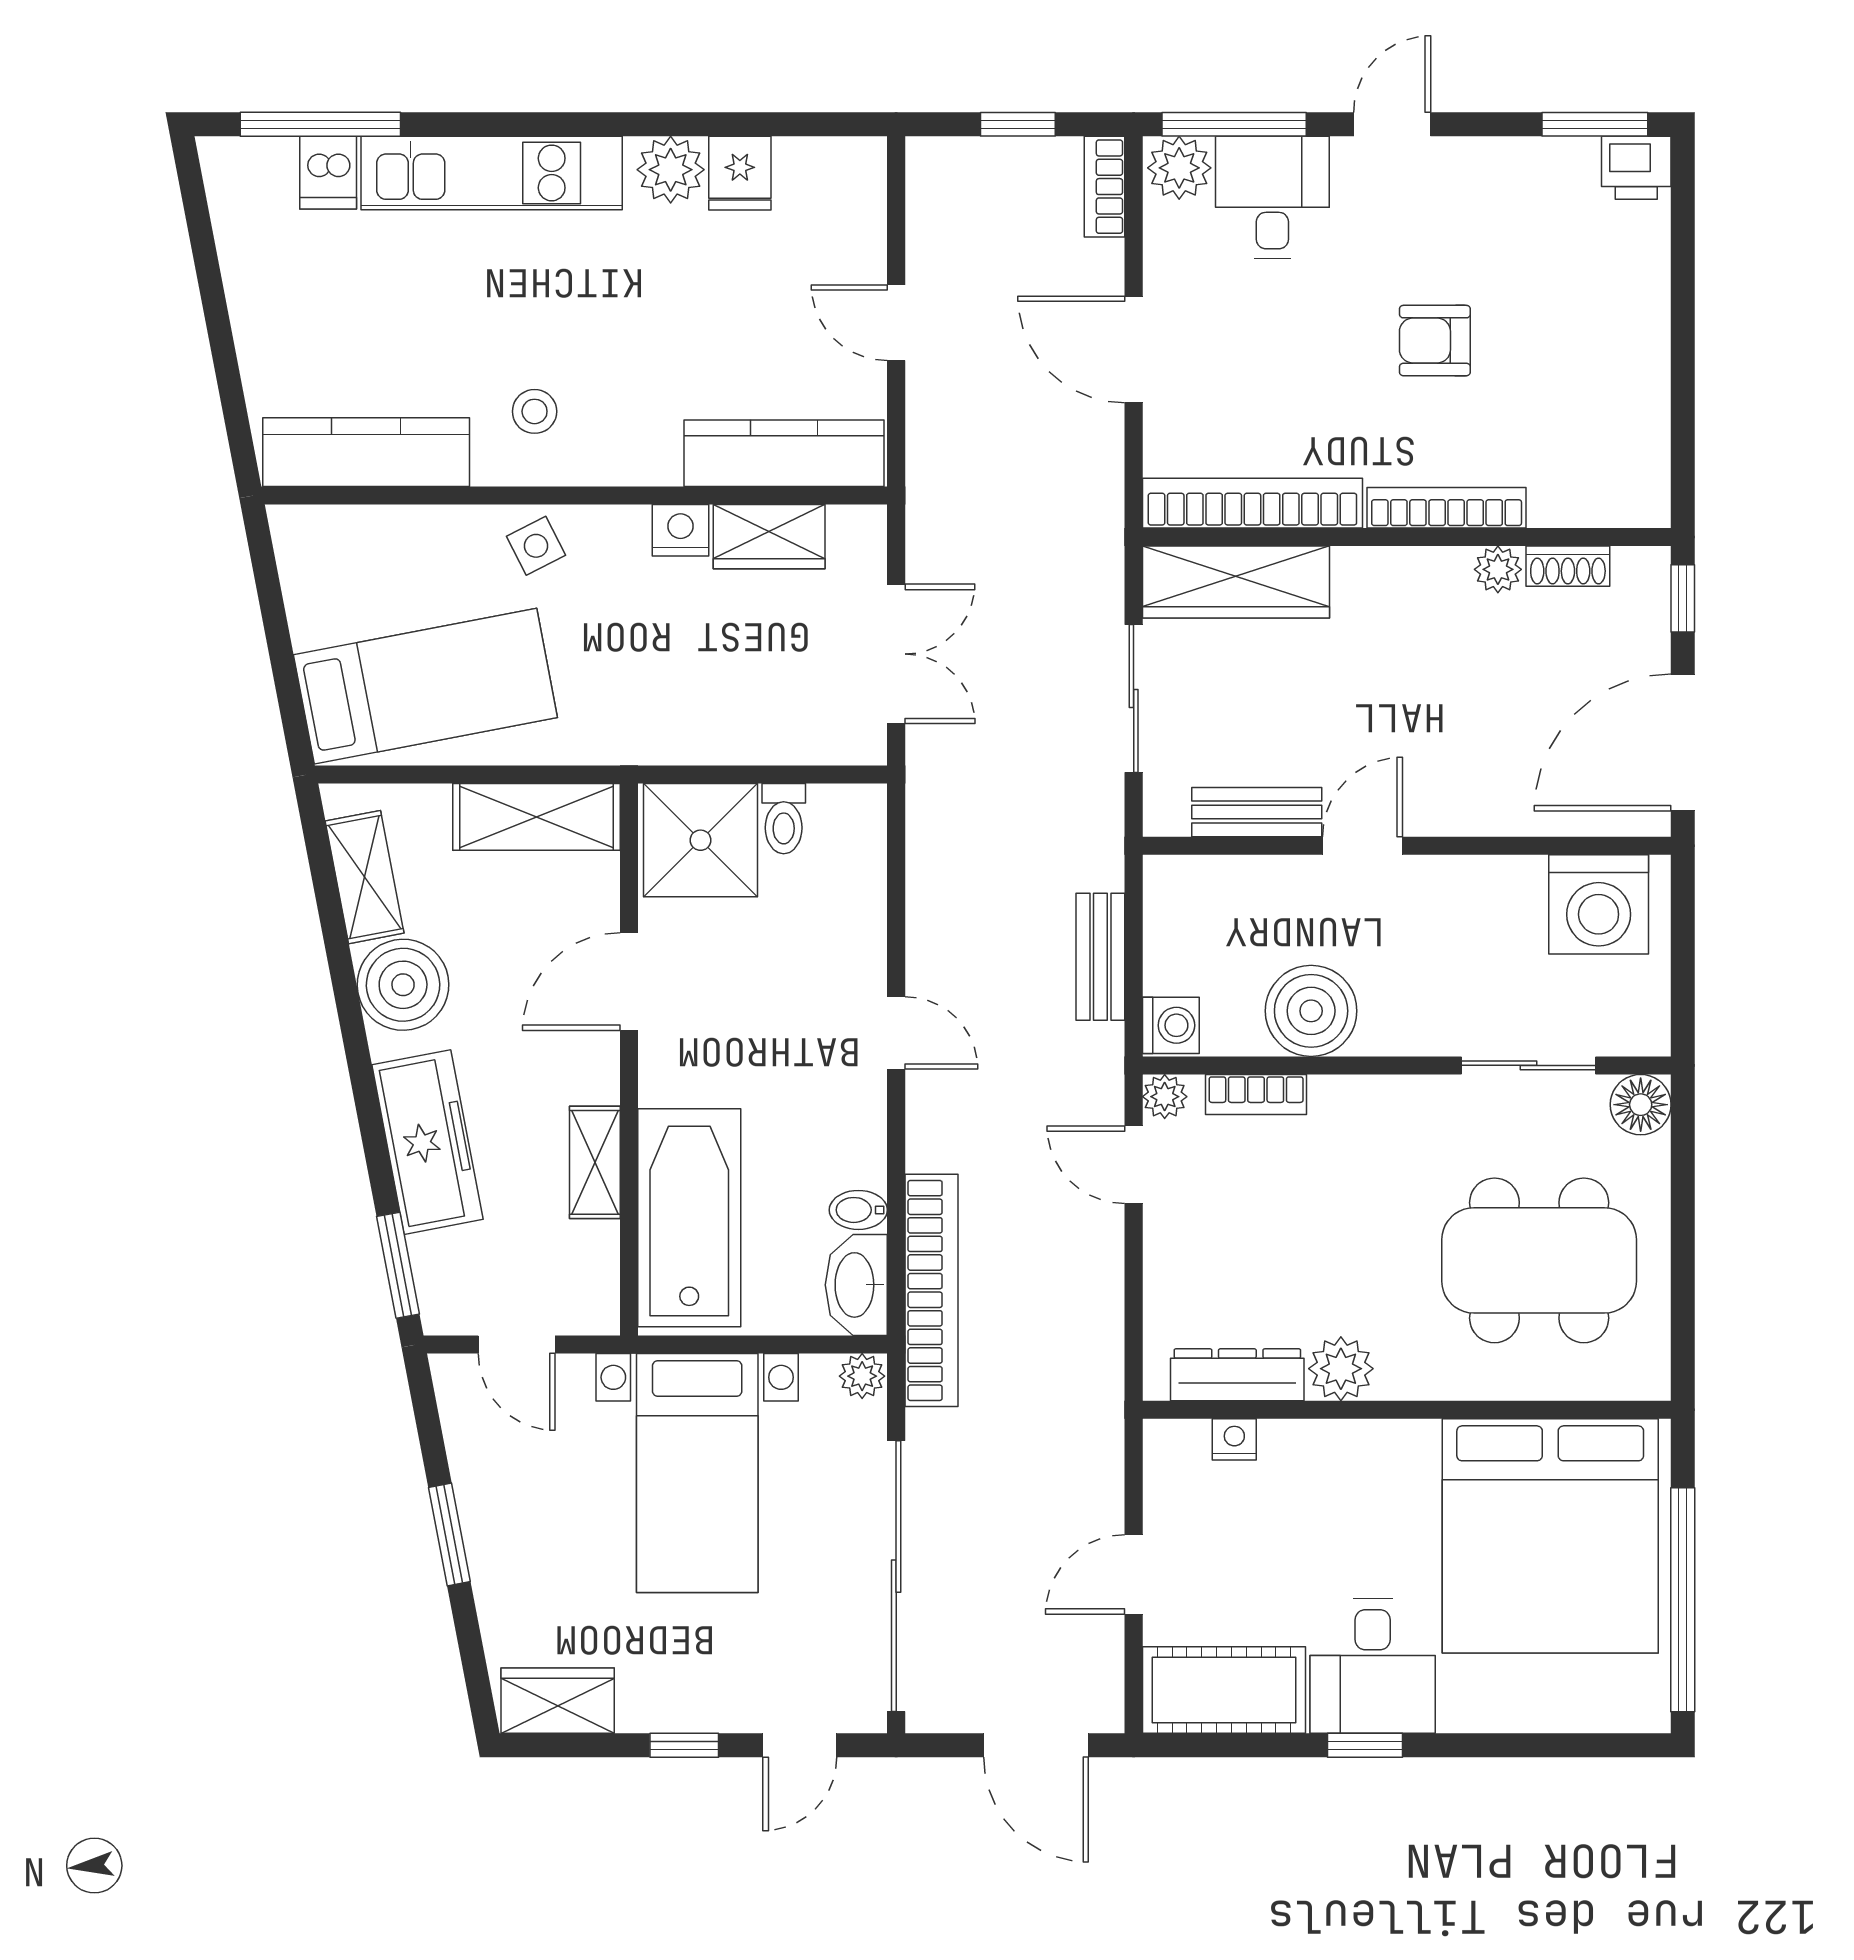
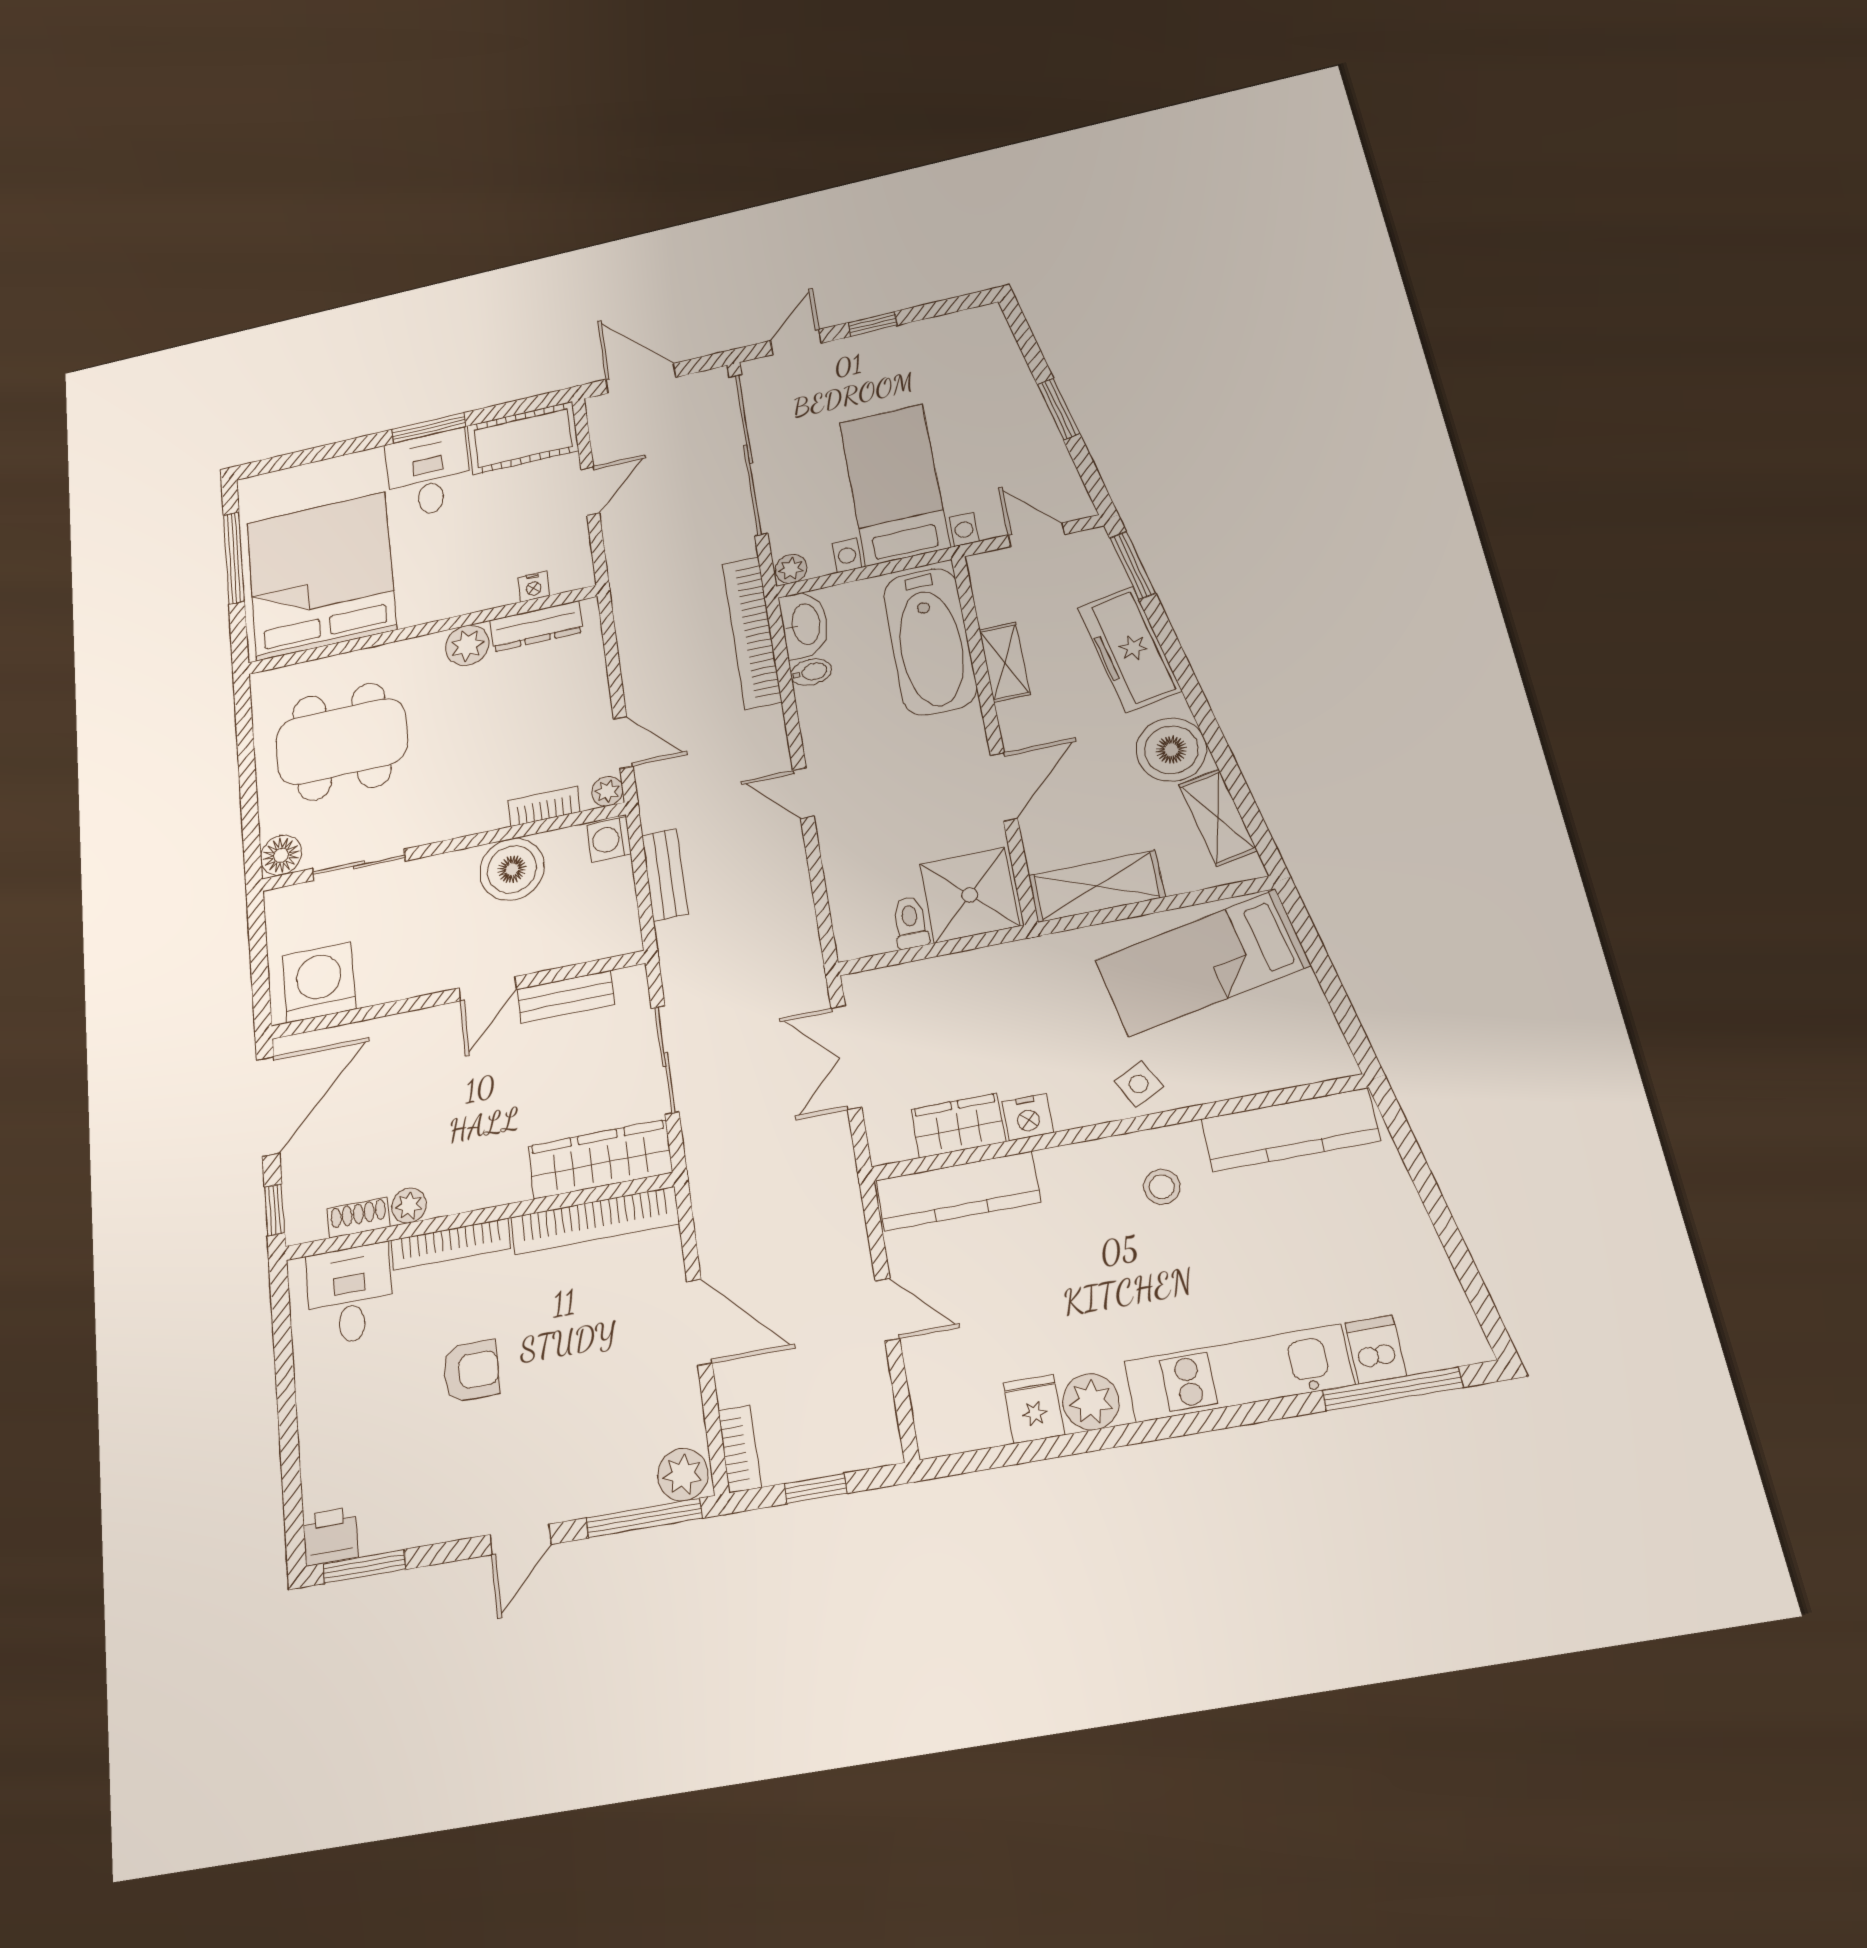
desk: (1272, 197) -> (350, 1295), moved, turned 180
window: (1683, 1600) -> (234, 558), width x0.68
wardrobe: (558, 1701) -> (963, 329), removed
window: (1365, 1745) -> (429, 428), width x1.50

